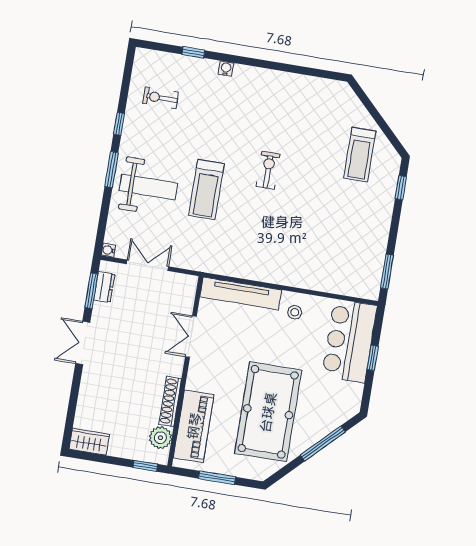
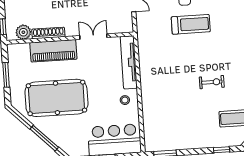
exercise bike: (268, 170) -> (212, 82), moved
treadmill: (206, 190) -> (191, 24), turned 180
piano: (194, 426) -> (53, 51), moved

